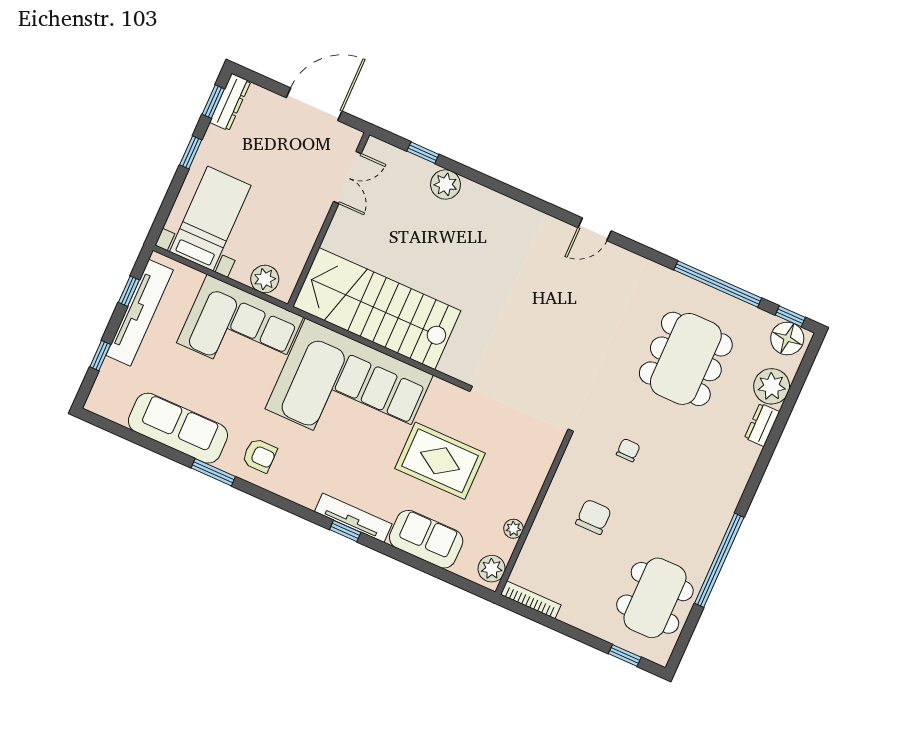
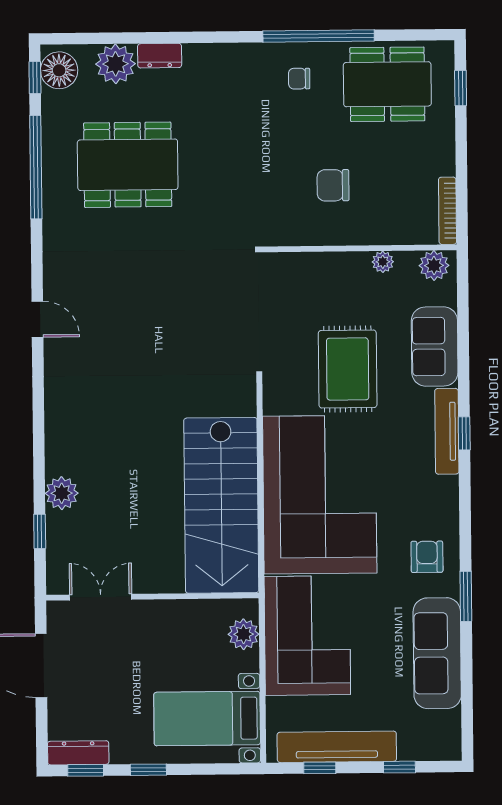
chair: (628, 450) -> (299, 79), moved

